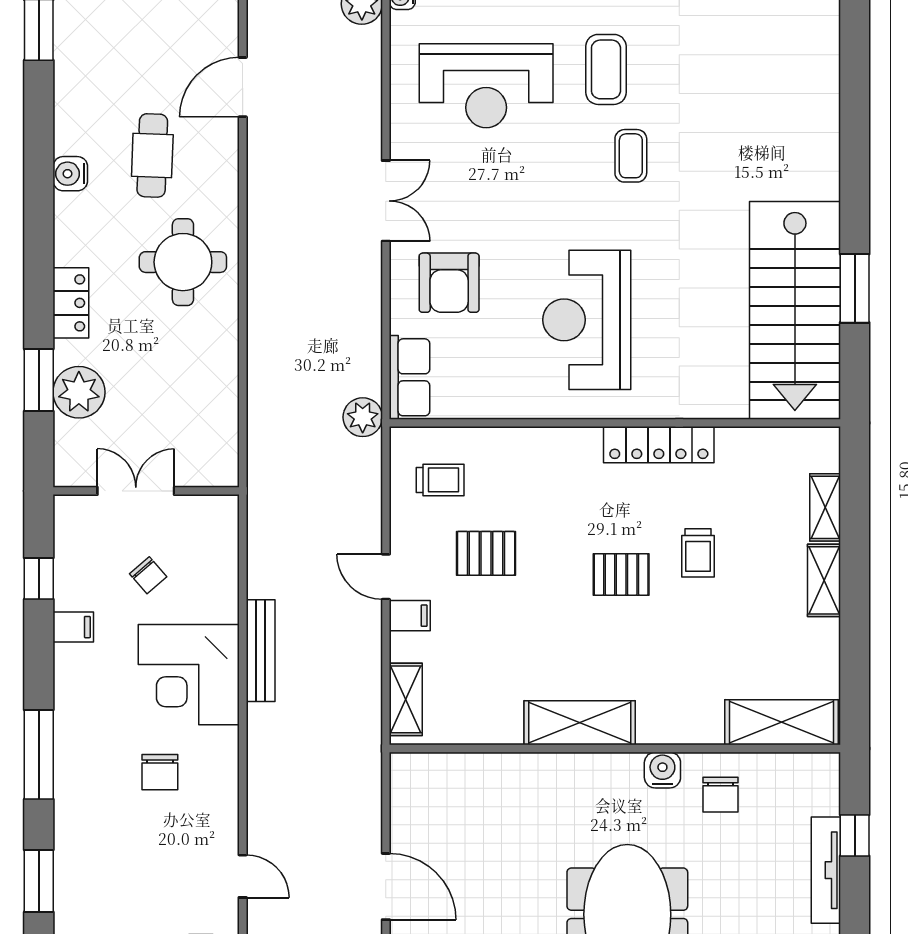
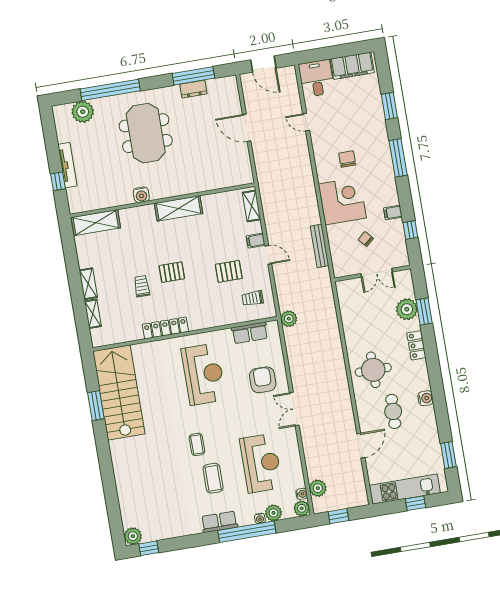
reception desk: (486, 86) -> (261, 463), turned 90
row of seats: (409, 377) -> (250, 333), moved, turned -90
bench: (261, 651) -> (320, 246), moved
chair: (721, 795) -> (116, 189), removed

